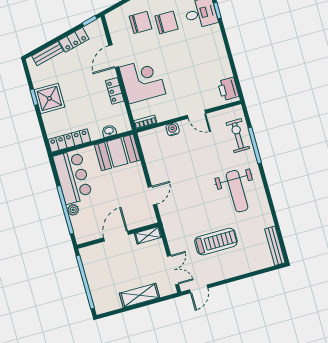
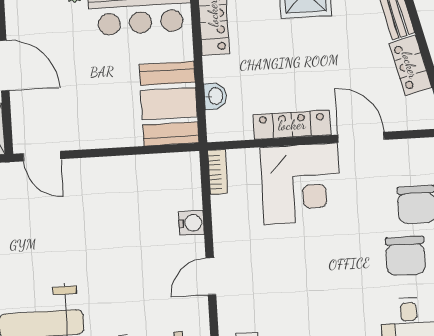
locker: (115, 91) -> (292, 125), width x1.53
door: (152, 196) -> (42, 156), moved

